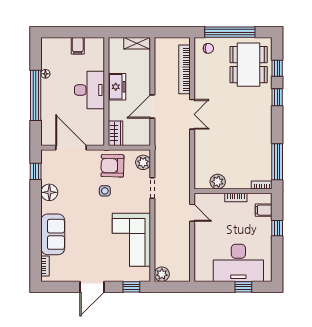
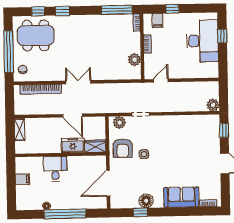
freezer: (117, 87) -> (73, 145), moved
desk: (89, 90) -> (55, 169), width x0.73
window: (36, 171) -> (140, 212), moved
corner sofa: (131, 240) -> (185, 131), removed

